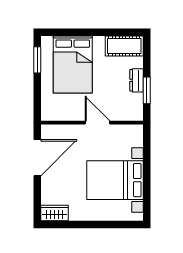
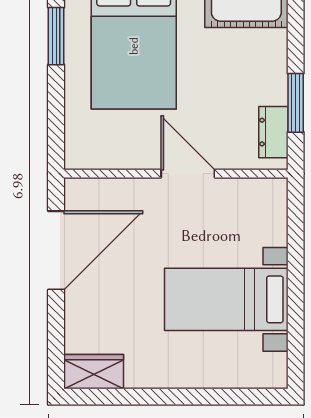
dresser: (137, 80) -> (273, 132), moved
bed with nightstands: (115, 180) -> (226, 299), width x0.73

